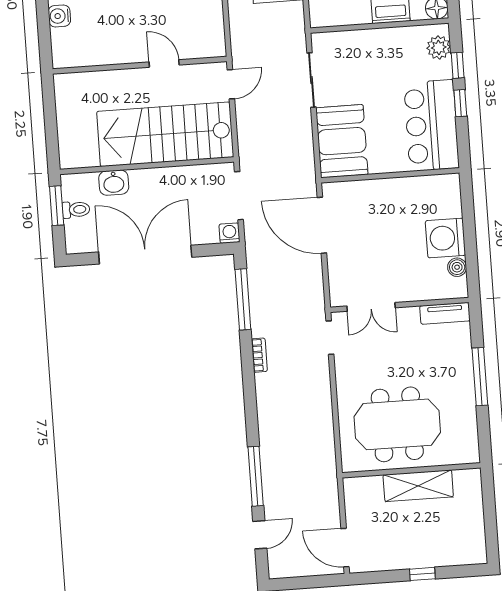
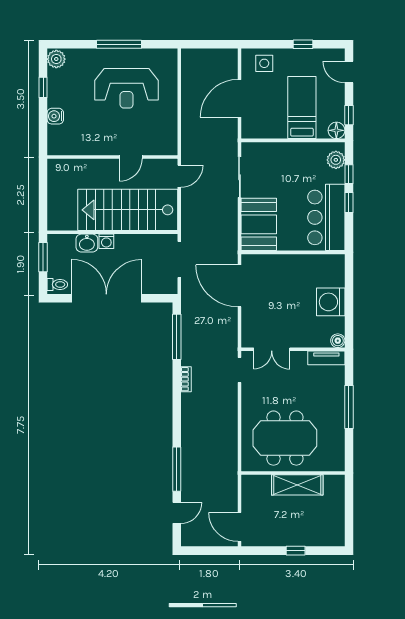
door: (164, 63) -> (131, 157), swing flipped
toilet: (76, 210) -> (57, 284), moved
washing machine: (229, 233) -> (106, 241), moved, turned 180
boiler: (457, 267) -> (338, 341), moved

